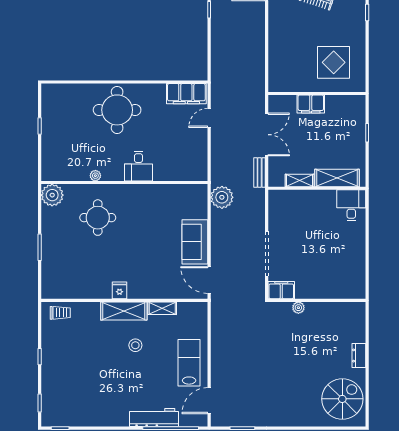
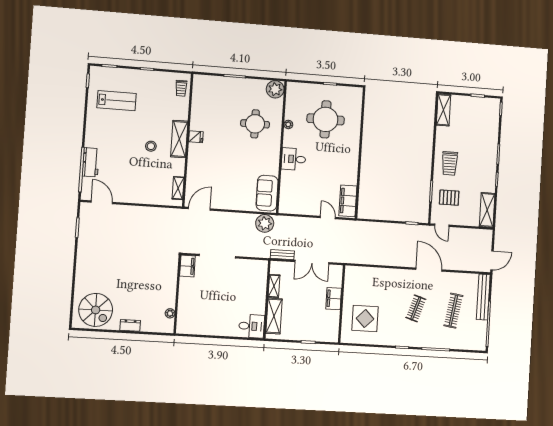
round table: (117, 110) -> (326, 119), moved
sofa: (195, 242) -> (267, 193), moved, turned -90
shelving: (162, 308) -> (178, 188), moved
plant: (298, 308) -> (170, 313), moved
lab bench: (189, 363) -> (117, 101), moved
workbench: (154, 418) -> (91, 162), width x0.73

